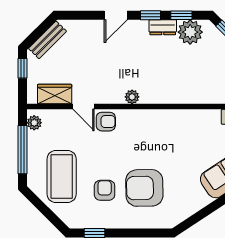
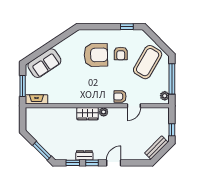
plant: (190, 32) -> (67, 152), removed
wardrobe: (55, 94) -> (88, 114), moved
door: (84, 107) -> (134, 106), swing flipped
coffee table: (62, 176) -> (148, 62), turned 30

